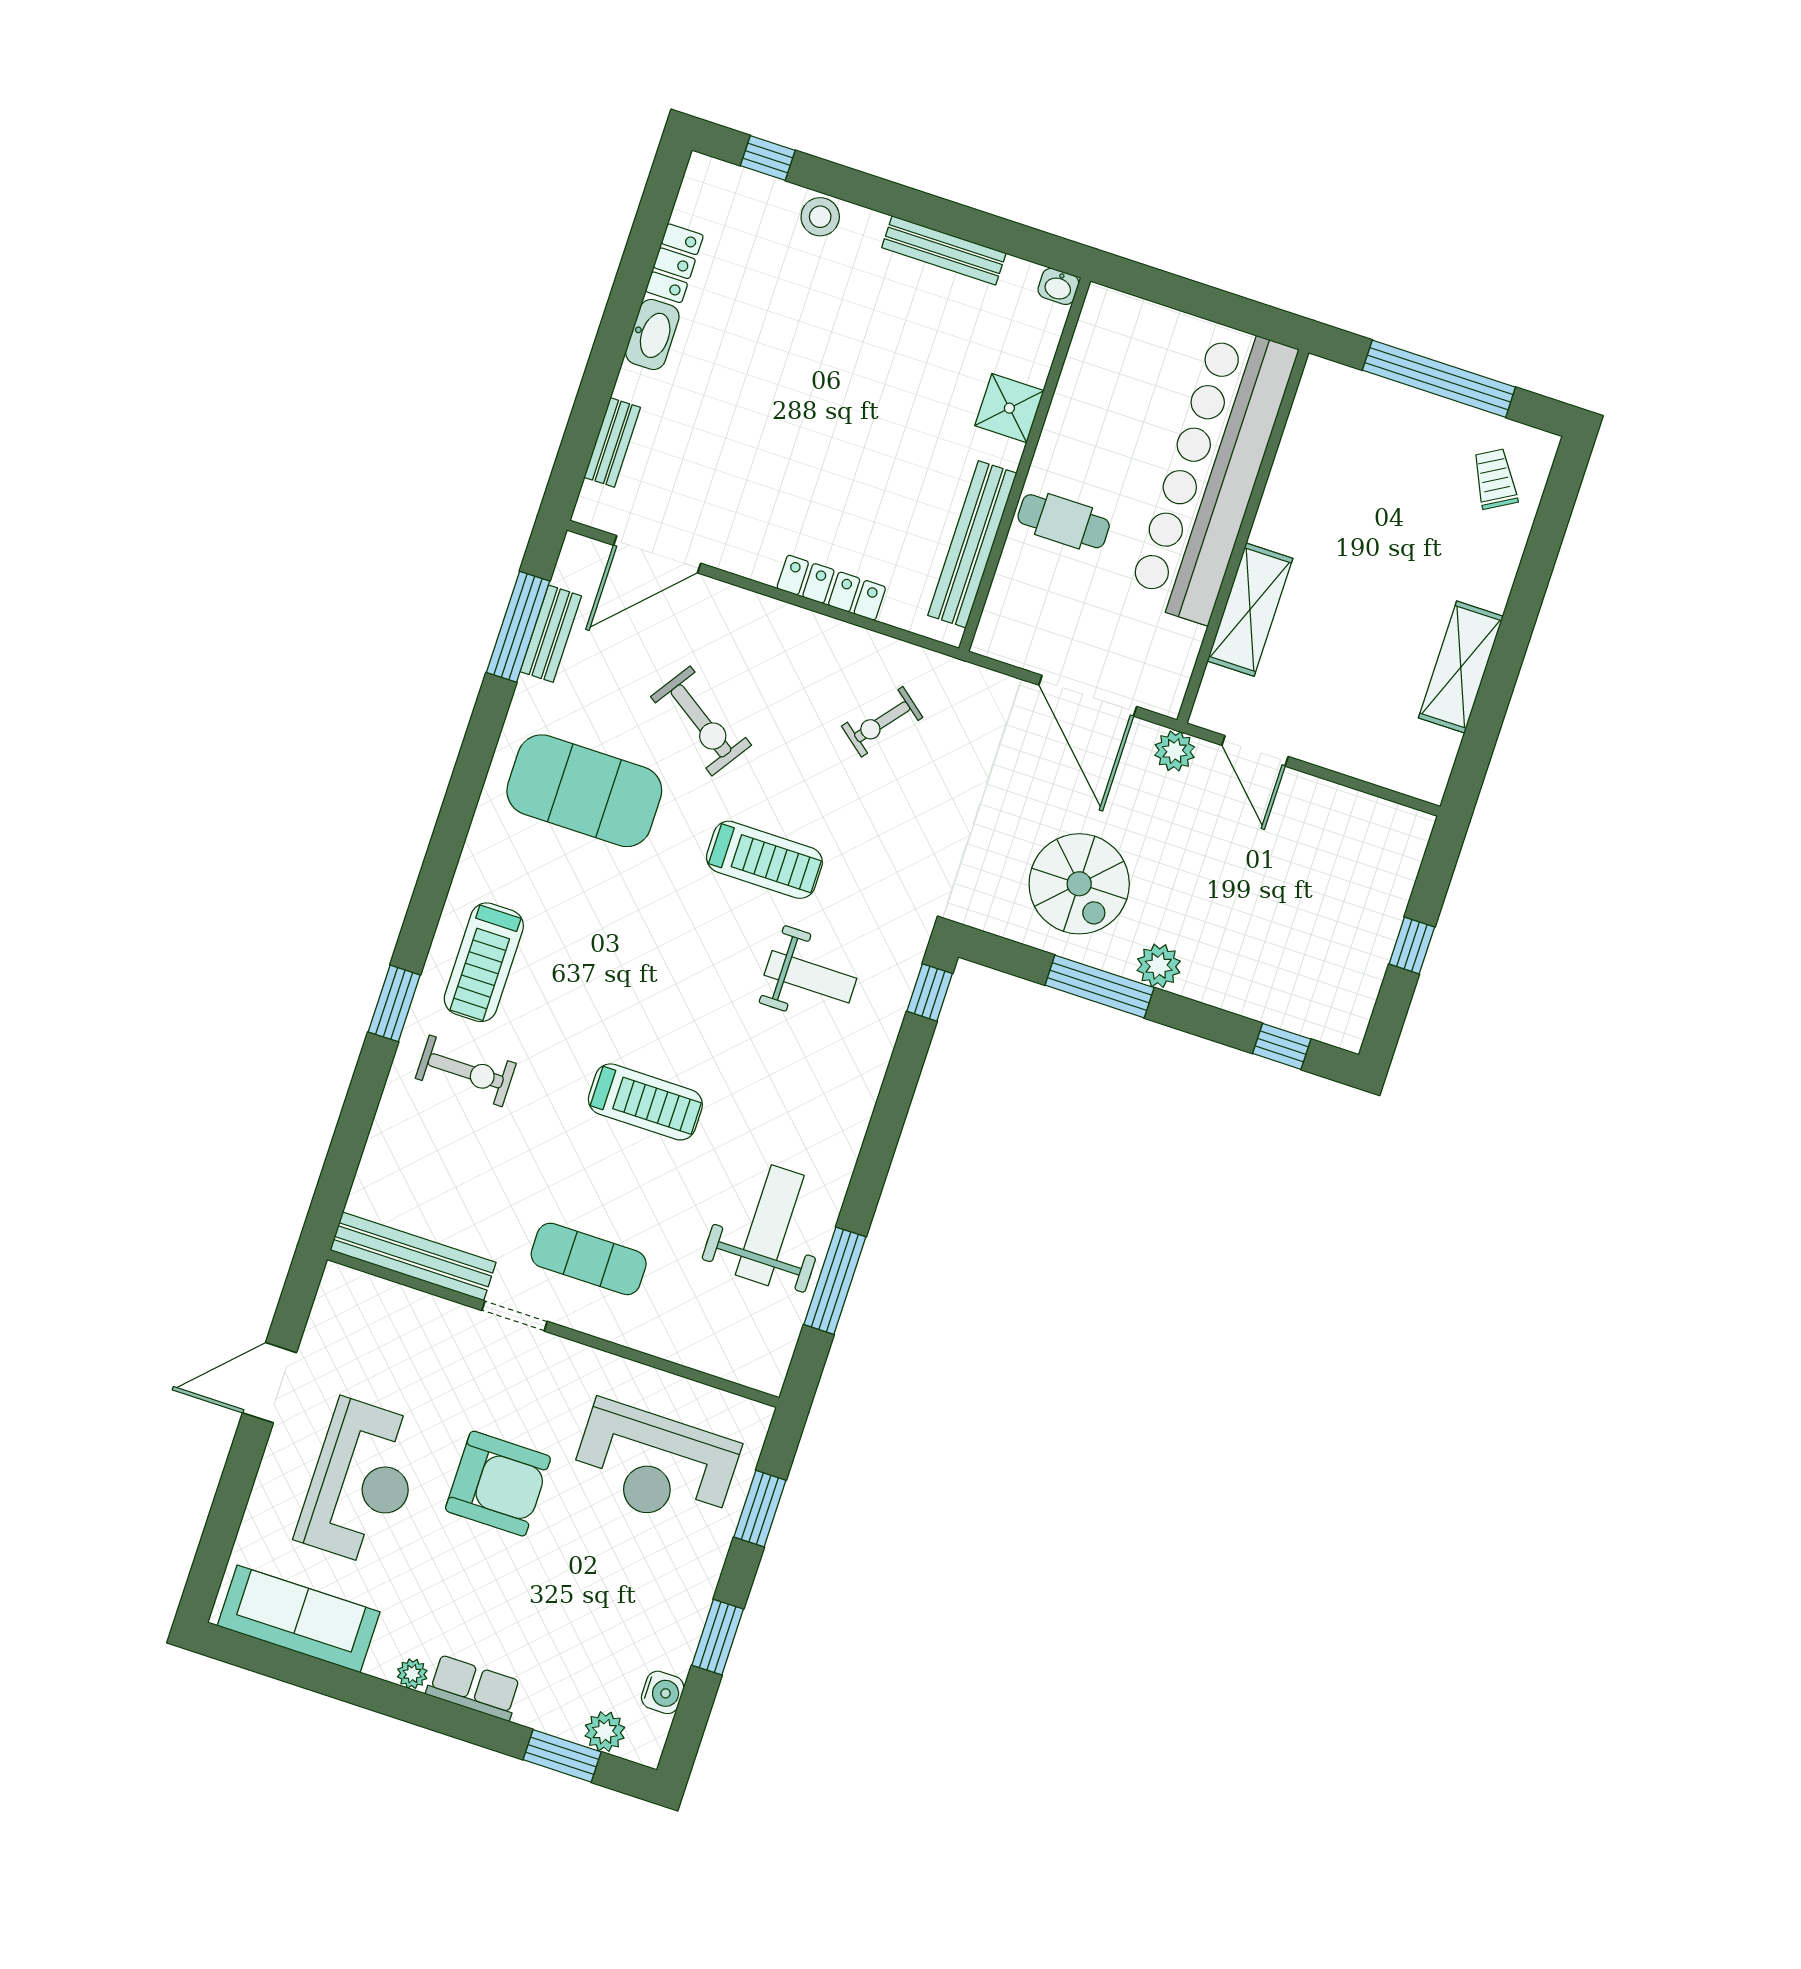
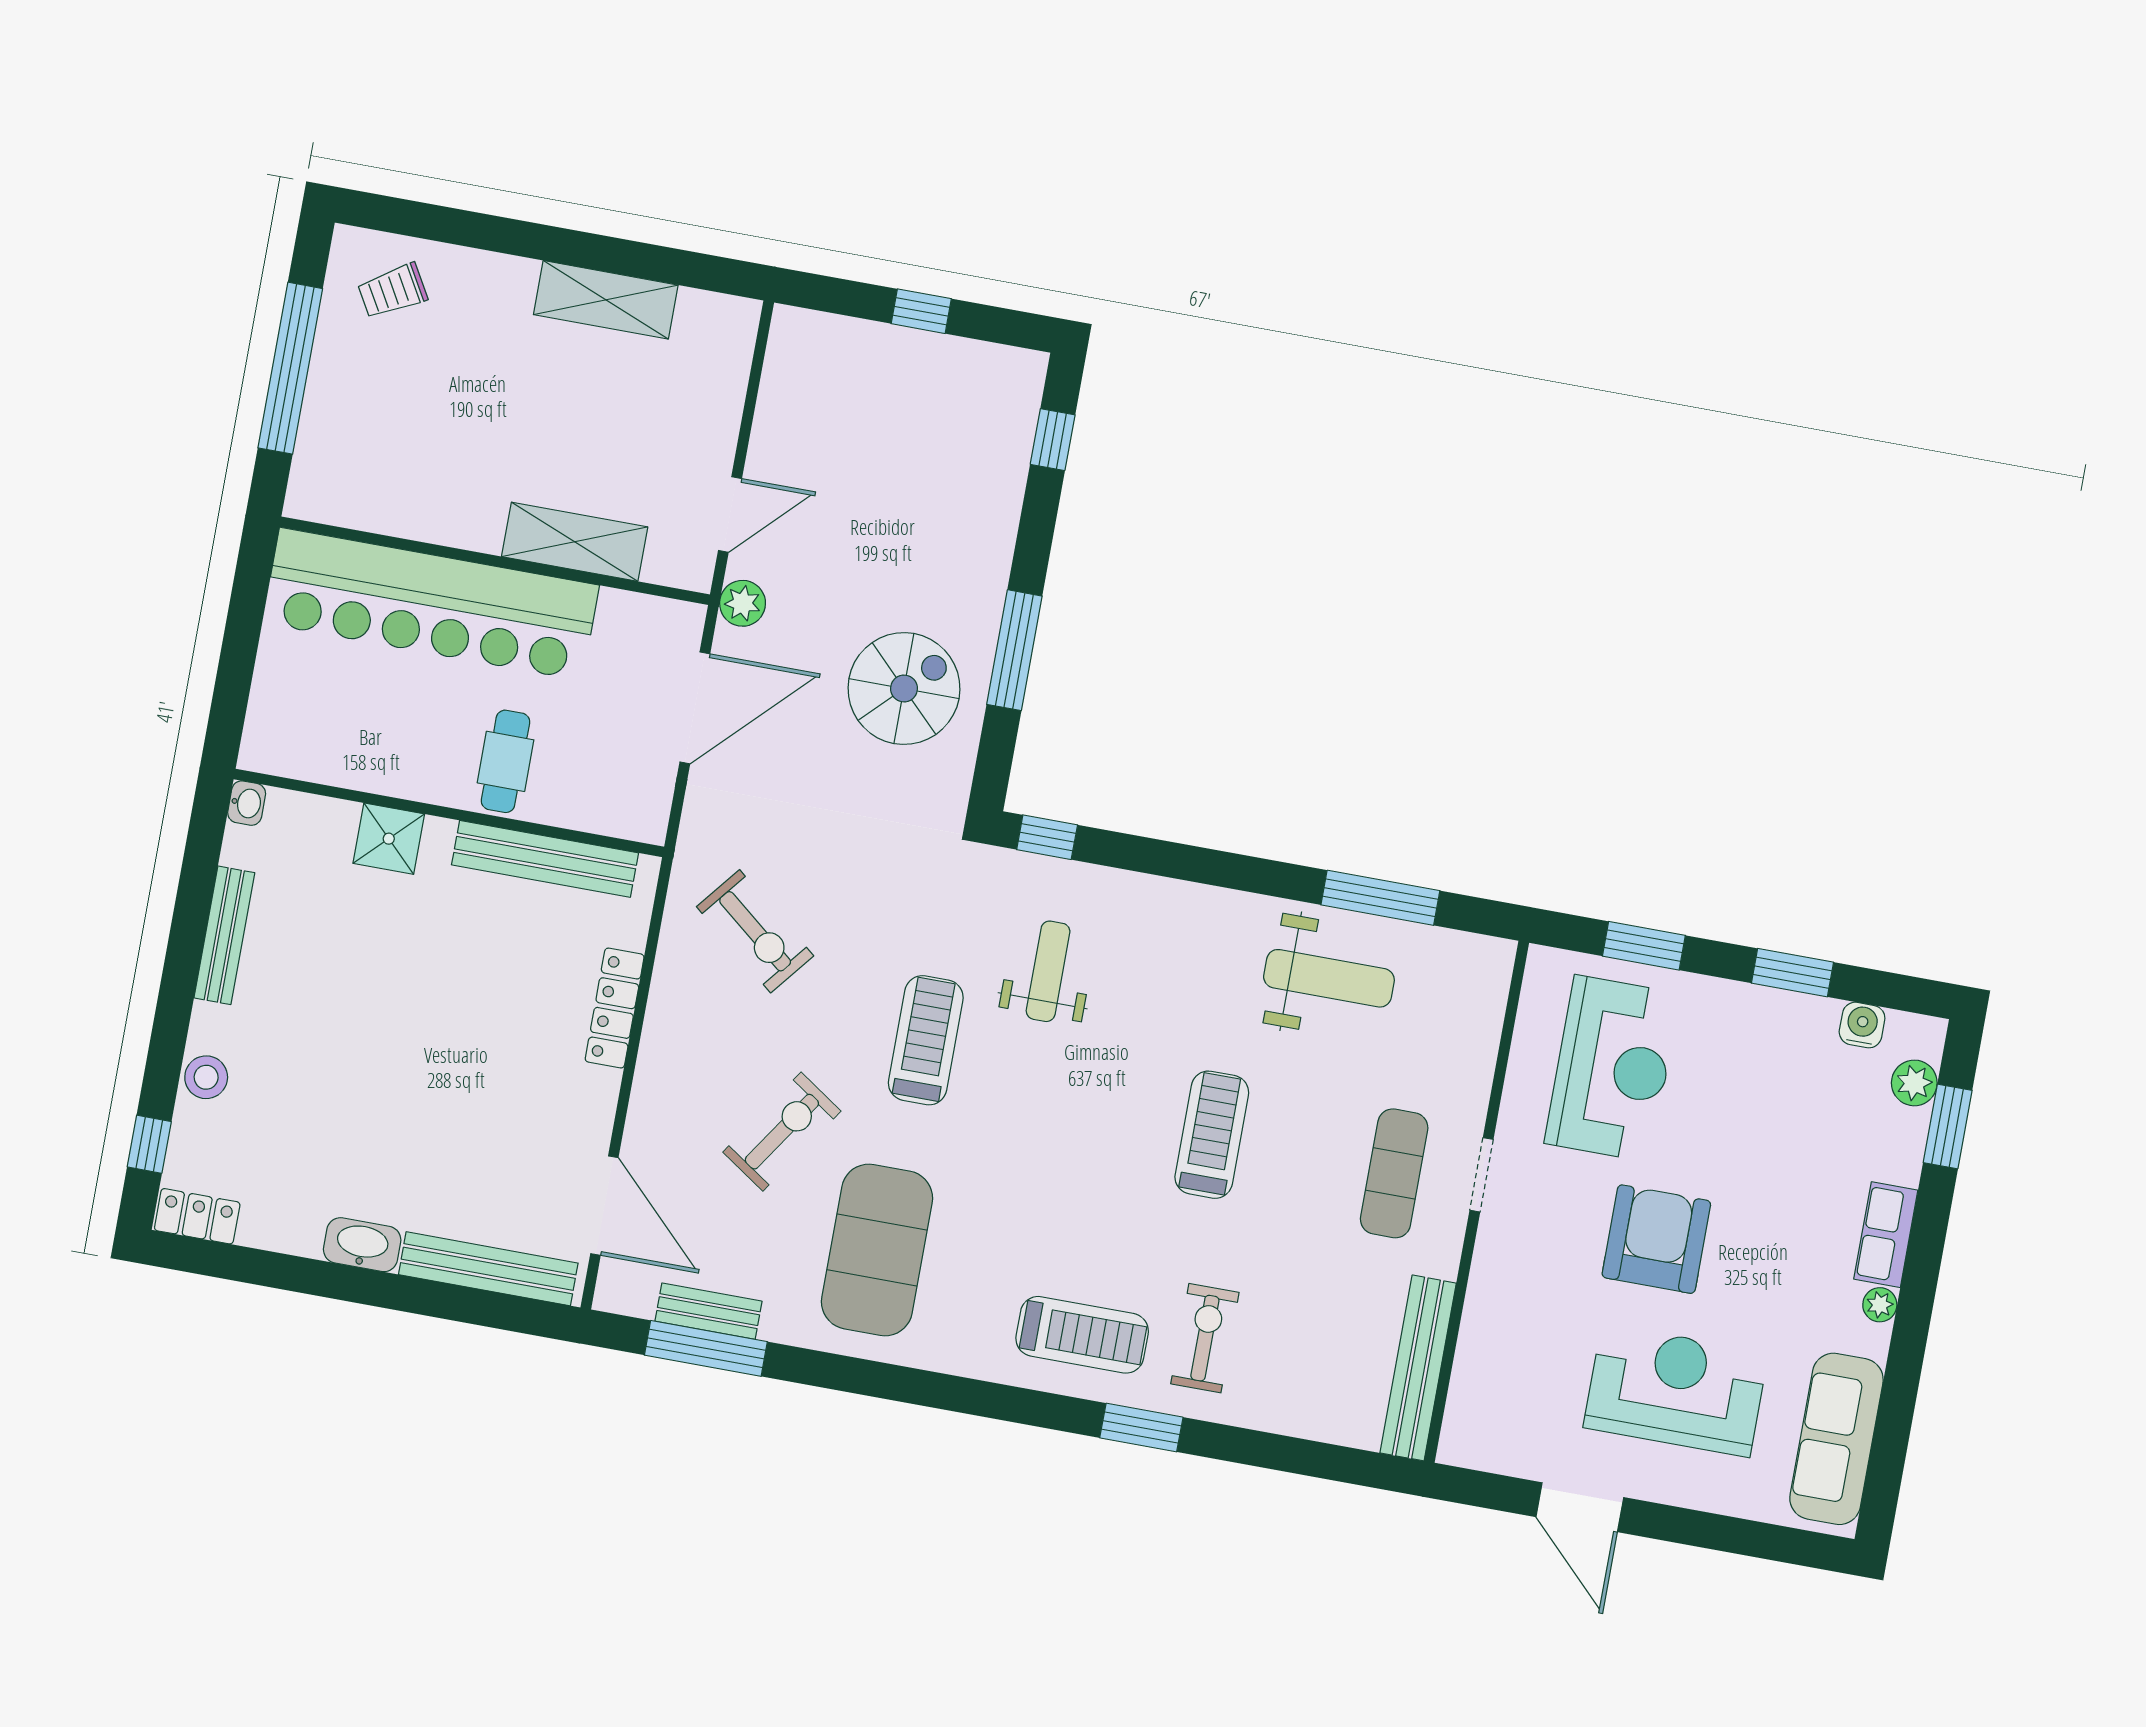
locker: (674, 263) -> (197, 1216), moved
bench: (612, 442) -> (488, 1269), width x1.86, depth x1.21
exercise bike: (882, 722) -> (755, 931), width x1.38, depth x1.39
plant: (1159, 966) -> (982, 588), removed
weight bench: (770, 1225) -> (1329, 978), turned 180
doorway: (515, 1316) -> (1481, 1175), moved

